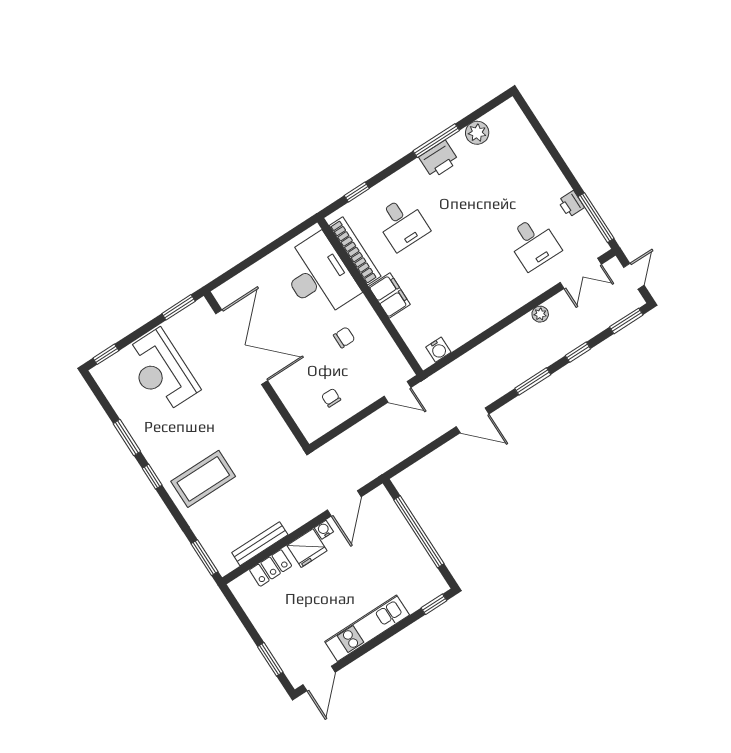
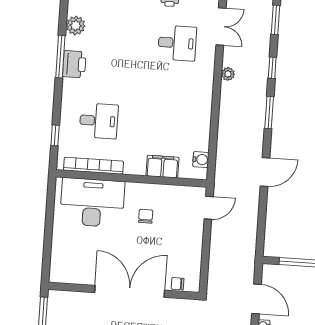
filing cabinet: (389, 296) -> (162, 167), moved
double door: (242, 347) -> (130, 291), moved
chair: (331, 398) -> (177, 284), moved

